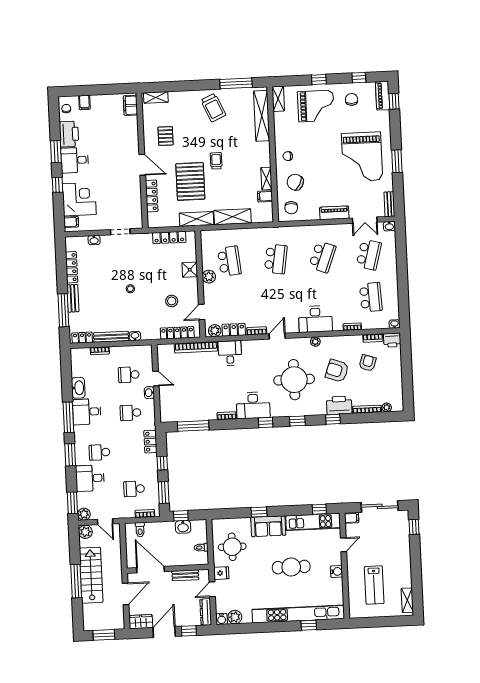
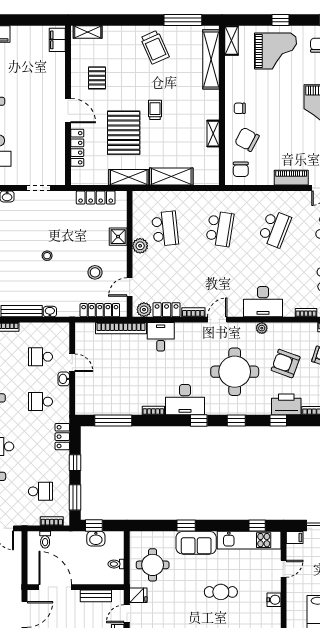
filing cabinet: (265, 196) -> (211, 154), removed
school desk: (134, 489) -> (40, 491), turned 180
cafe table: (291, 567) -> (221, 592), width x0.73, depth x0.74

